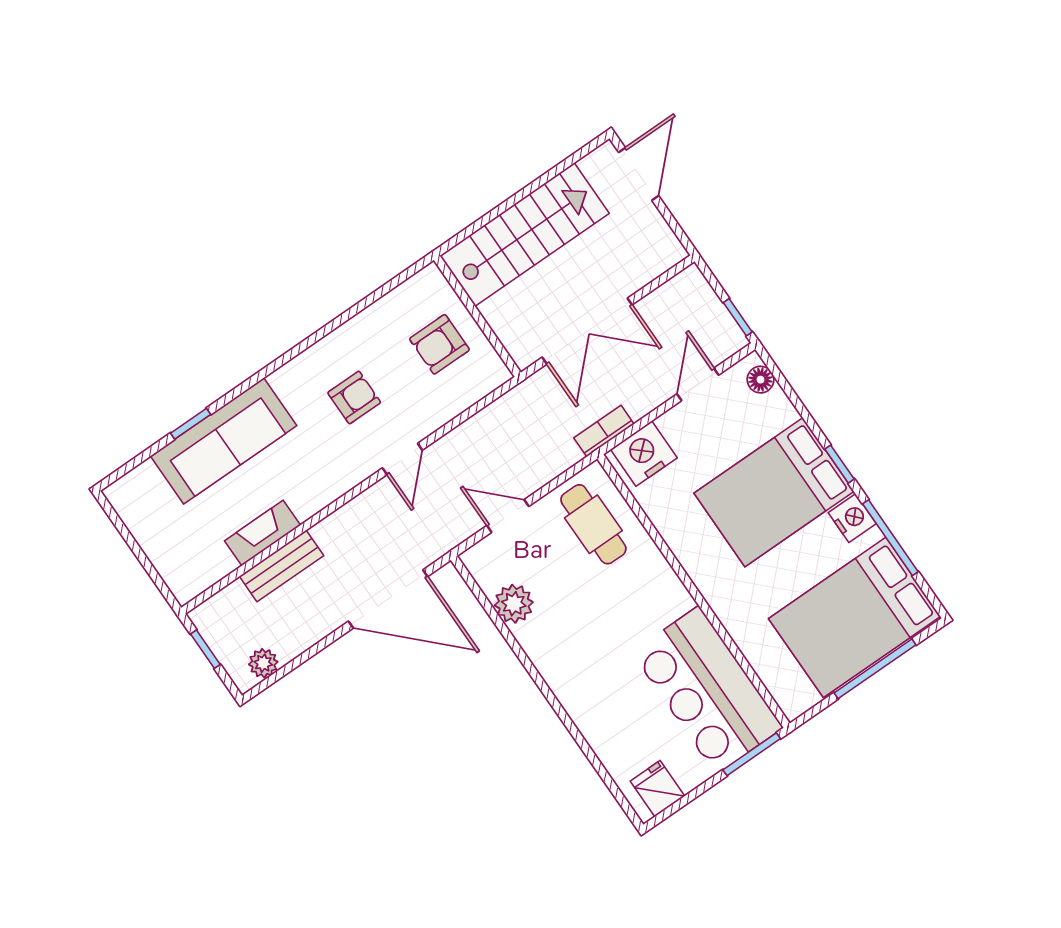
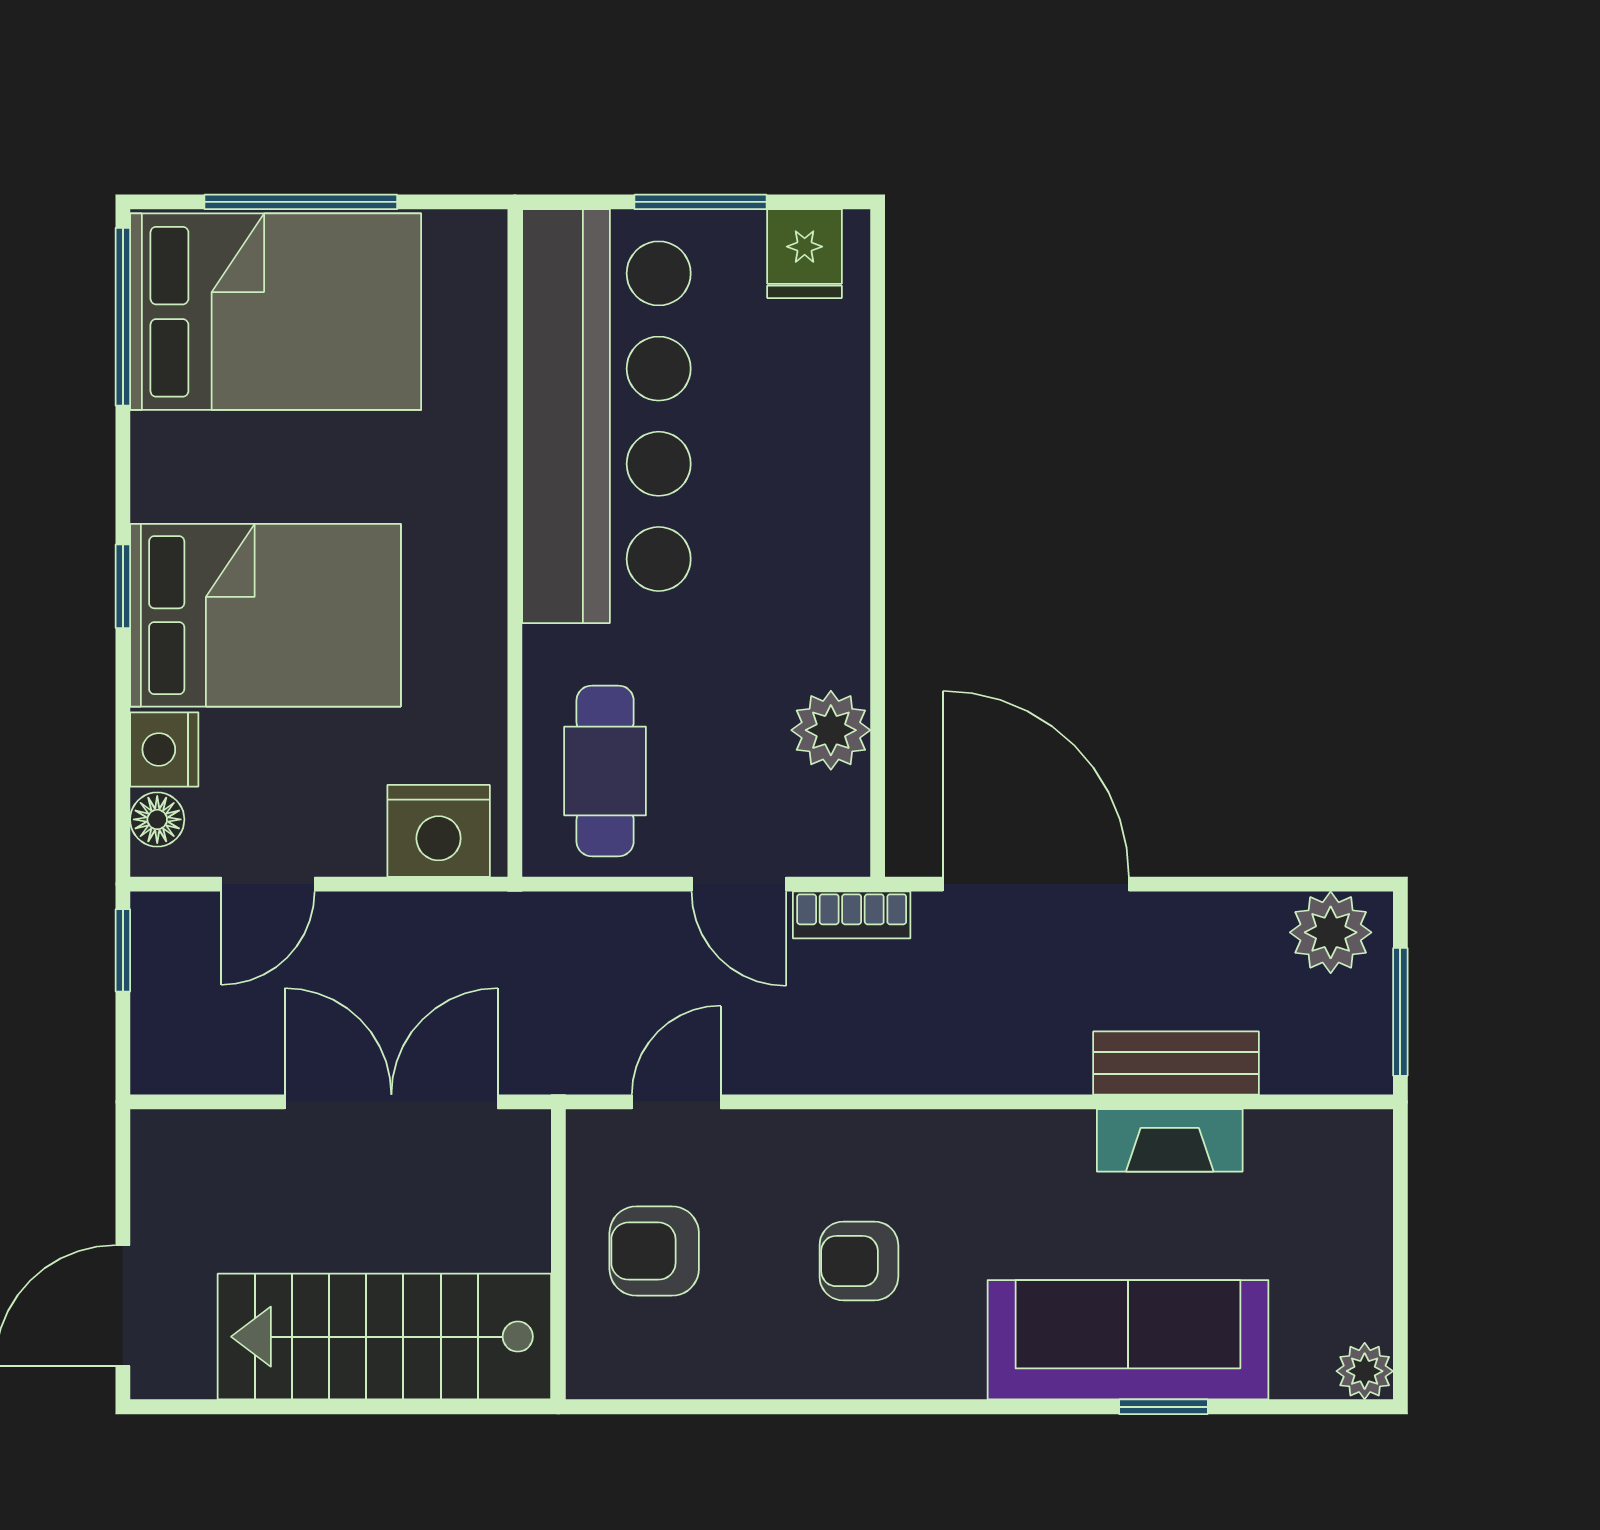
armchair: (440, 344) -> (654, 1251), turned 180
bookcase: (604, 431) -> (852, 915), moved
door: (402, 459) -> (676, 1102), moved
plant: (119, 494) -> (1365, 1371), added
nightstand: (852, 518) -> (164, 749), moved
window: (890, 538) -> (123, 317), moved
window: (205, 649) -> (1400, 1012), width x1.50
plant: (263, 663) -> (1331, 932), width x1.38, depth x1.38
bar counter: (707, 690) -> (606, 416), width x1.36
window: (752, 754) -> (701, 202), moved

